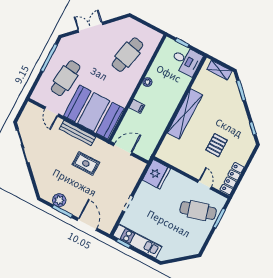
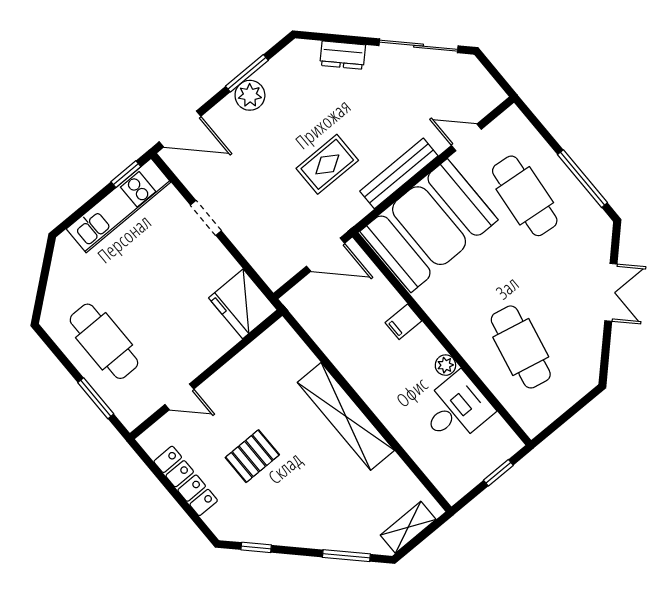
desk: (186, 61) -> (456, 409), moved, turned 180
pallet: (217, 145) -> (252, 456), turned 90
door: (123, 149) -> (326, 255), hinge flipped
dresser: (39, 175) -> (343, 55), added
locker: (232, 179) -> (186, 481), moved
plant: (59, 200) -> (250, 95), moved
cafe table: (198, 211) -> (104, 341), moved, turned -74
door: (87, 224) -> (180, 129), moved

